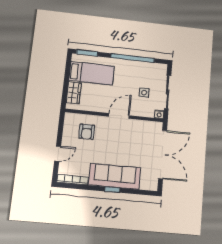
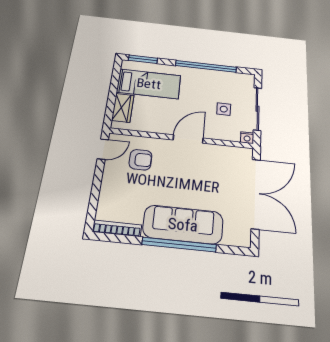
armchair: (87, 132) -> (141, 160), turned -90
door: (58, 154) -> (103, 149), moved
window: (112, 190) -> (179, 245), width x3.17

